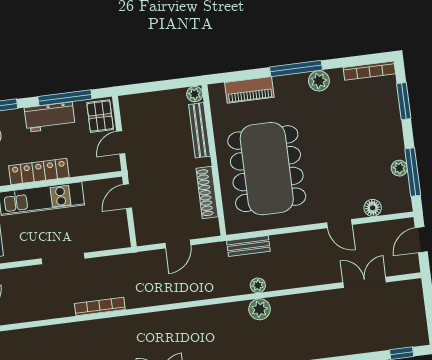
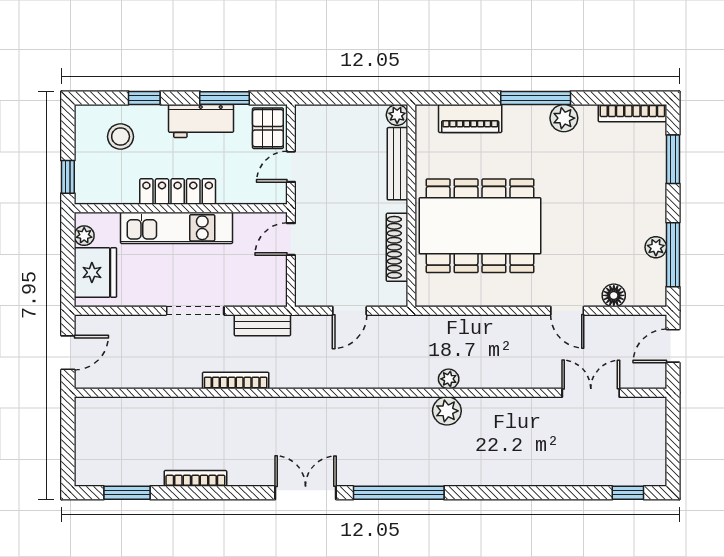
window: (65, 98) -> (225, 98), width x0.69
dining table: (267, 169) -> (480, 226), turned 90
bench: (248, 246) -> (262, 325), moved

